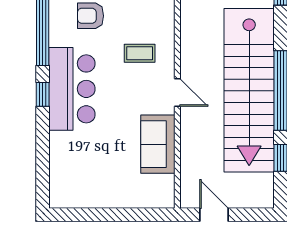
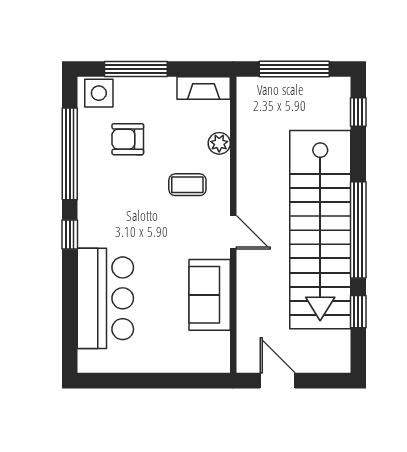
plant: (166, 19) -> (219, 143), added
bar counter: (72, 89) -> (105, 298), moved

